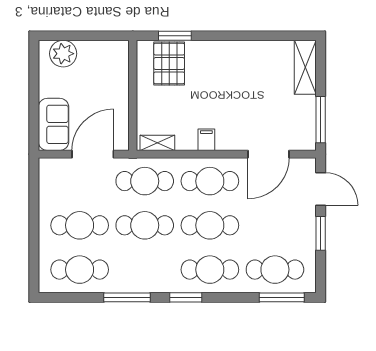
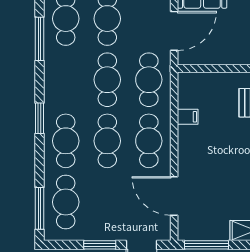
filing cabinet: (206, 140) -> (188, 117), moved
shelving: (157, 143) -> (185, 92), removed
door: (93, 154) -> (174, 31), hinge flipped
window: (127, 297) -> (40, 39), moved

